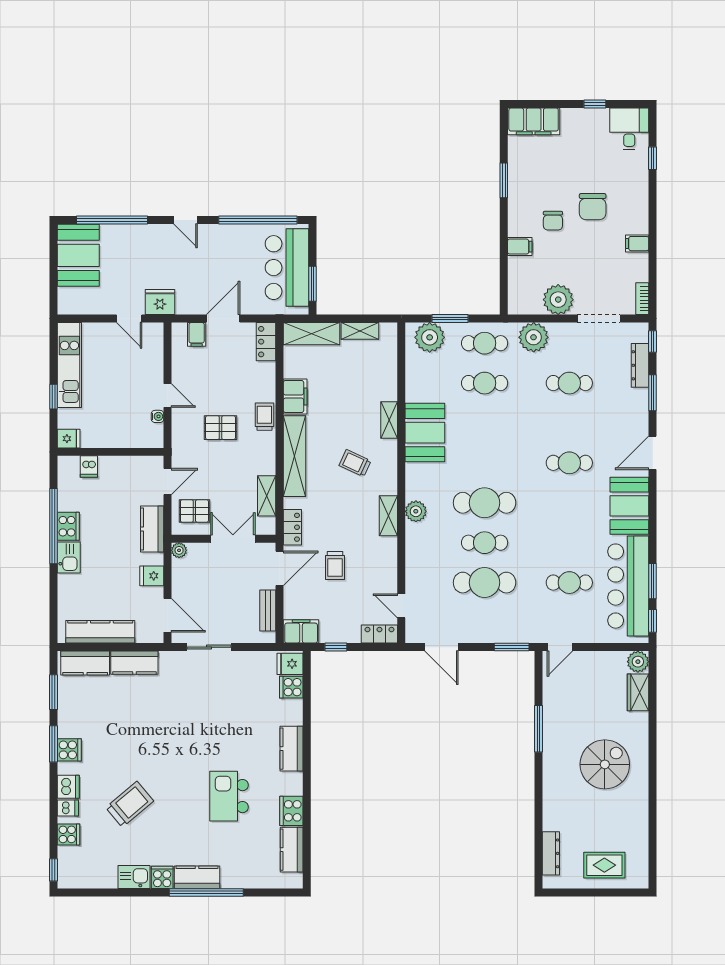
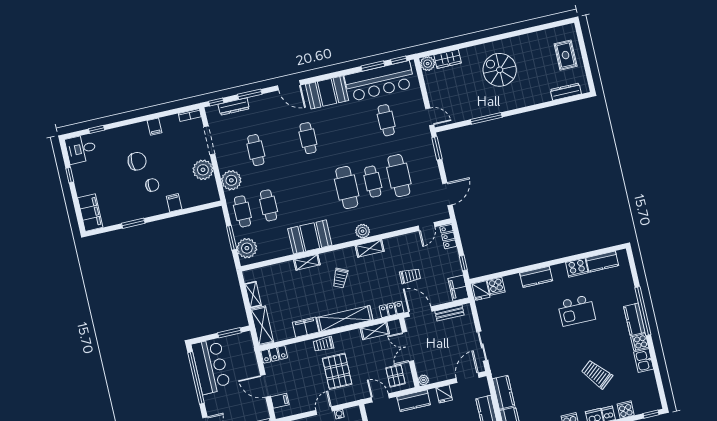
bar counter: (287, 268) -> (211, 366), moved, turned -90
pallet: (221, 428) -> (337, 371), width x1.50, depth x1.42

